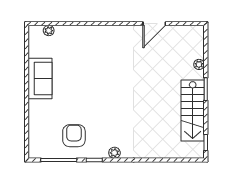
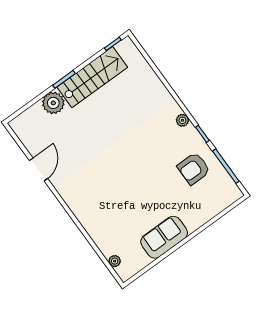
door: (154, 24) -> (39, 169), hinge flipped
plant: (199, 64) -> (53, 103), width x1.88, depth x1.88

